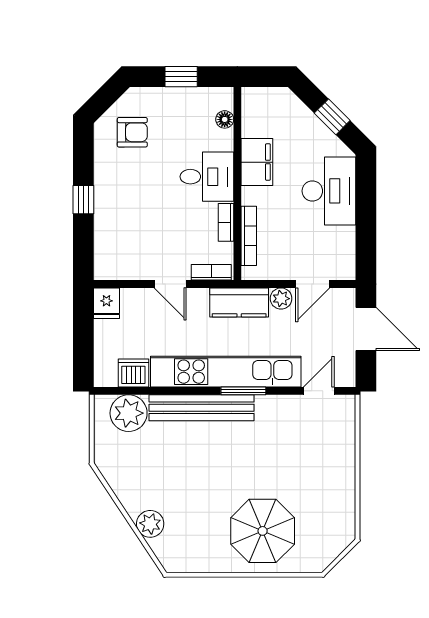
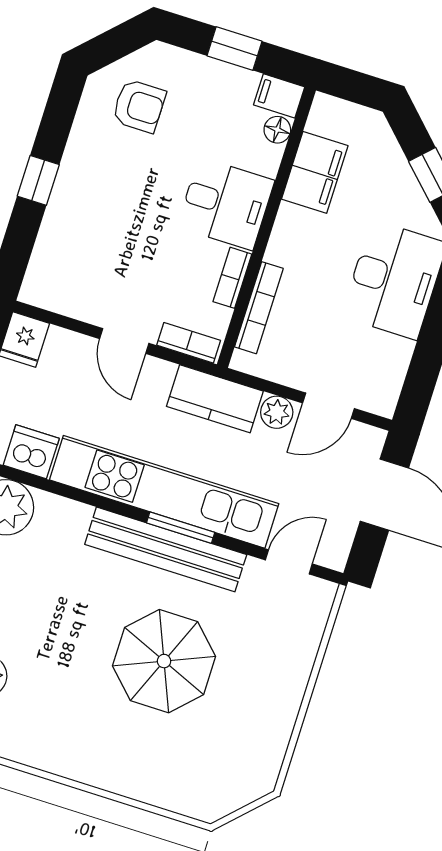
filing cabinet: (219, 98) -> (279, 96), added
filing cabinet: (257, 162) -> (315, 172), moved
bench: (201, 408) -> (166, 549), moved
parasol: (263, 531) -> (164, 661), moved

